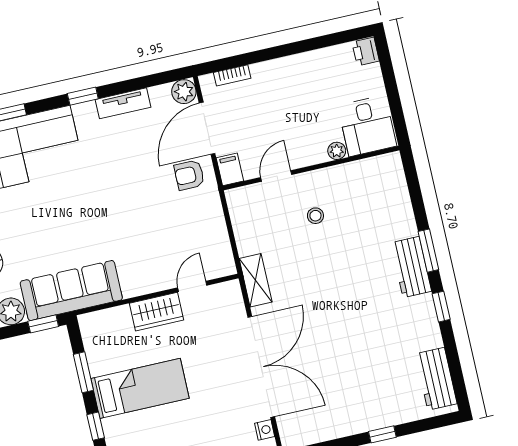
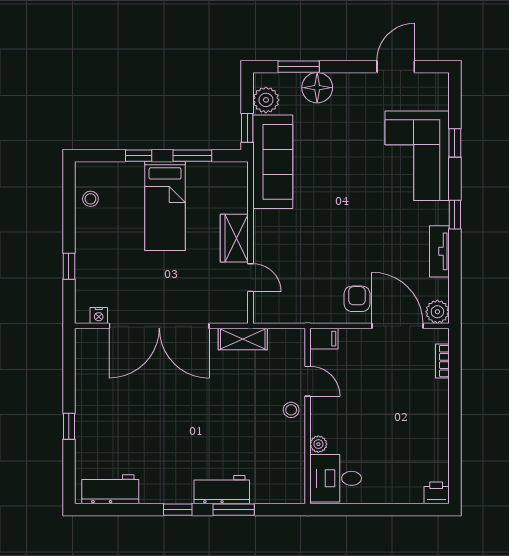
desk: (367, 126) -> (336, 478), moved
plant: (337, 151) -> (318, 444), moved
wall: (311, 168) -> (308, 416), moved
filing cabinet: (230, 169) -> (324, 339), moved
door: (276, 176) -> (308, 381), moved

